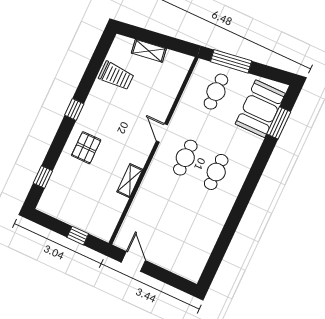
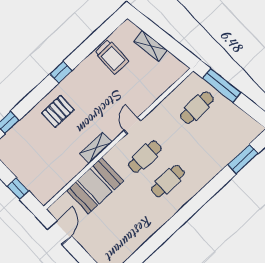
booth: (260, 109) -> (95, 186), moved
shelving: (130, 181) -> (96, 148), moved

